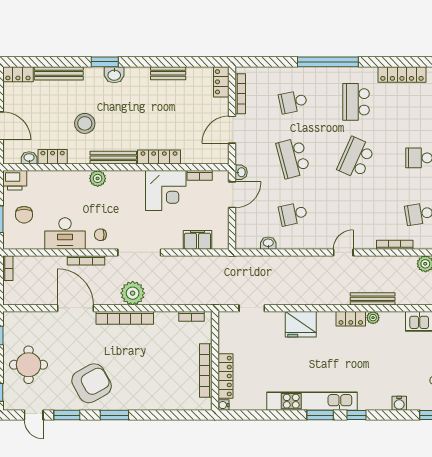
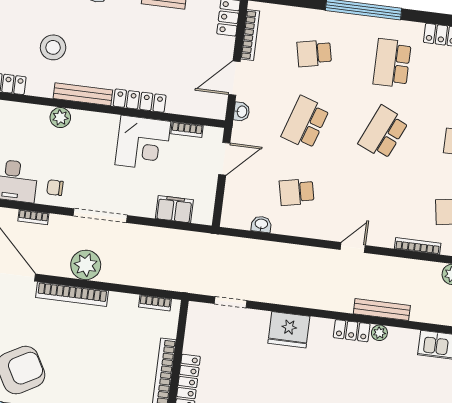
school desk: (293, 158) -> (305, 123), turned 33
washbasin: (241, 172) -> (242, 112), moved
bookcase: (86, 260) -> (33, 217), width x0.64

